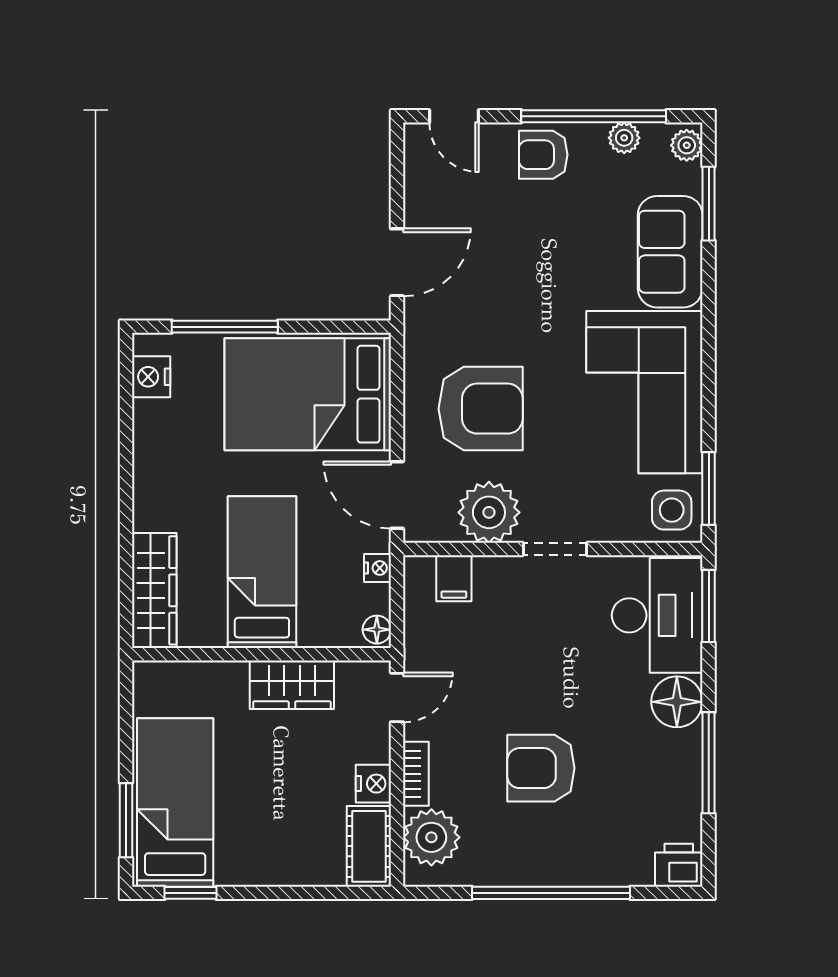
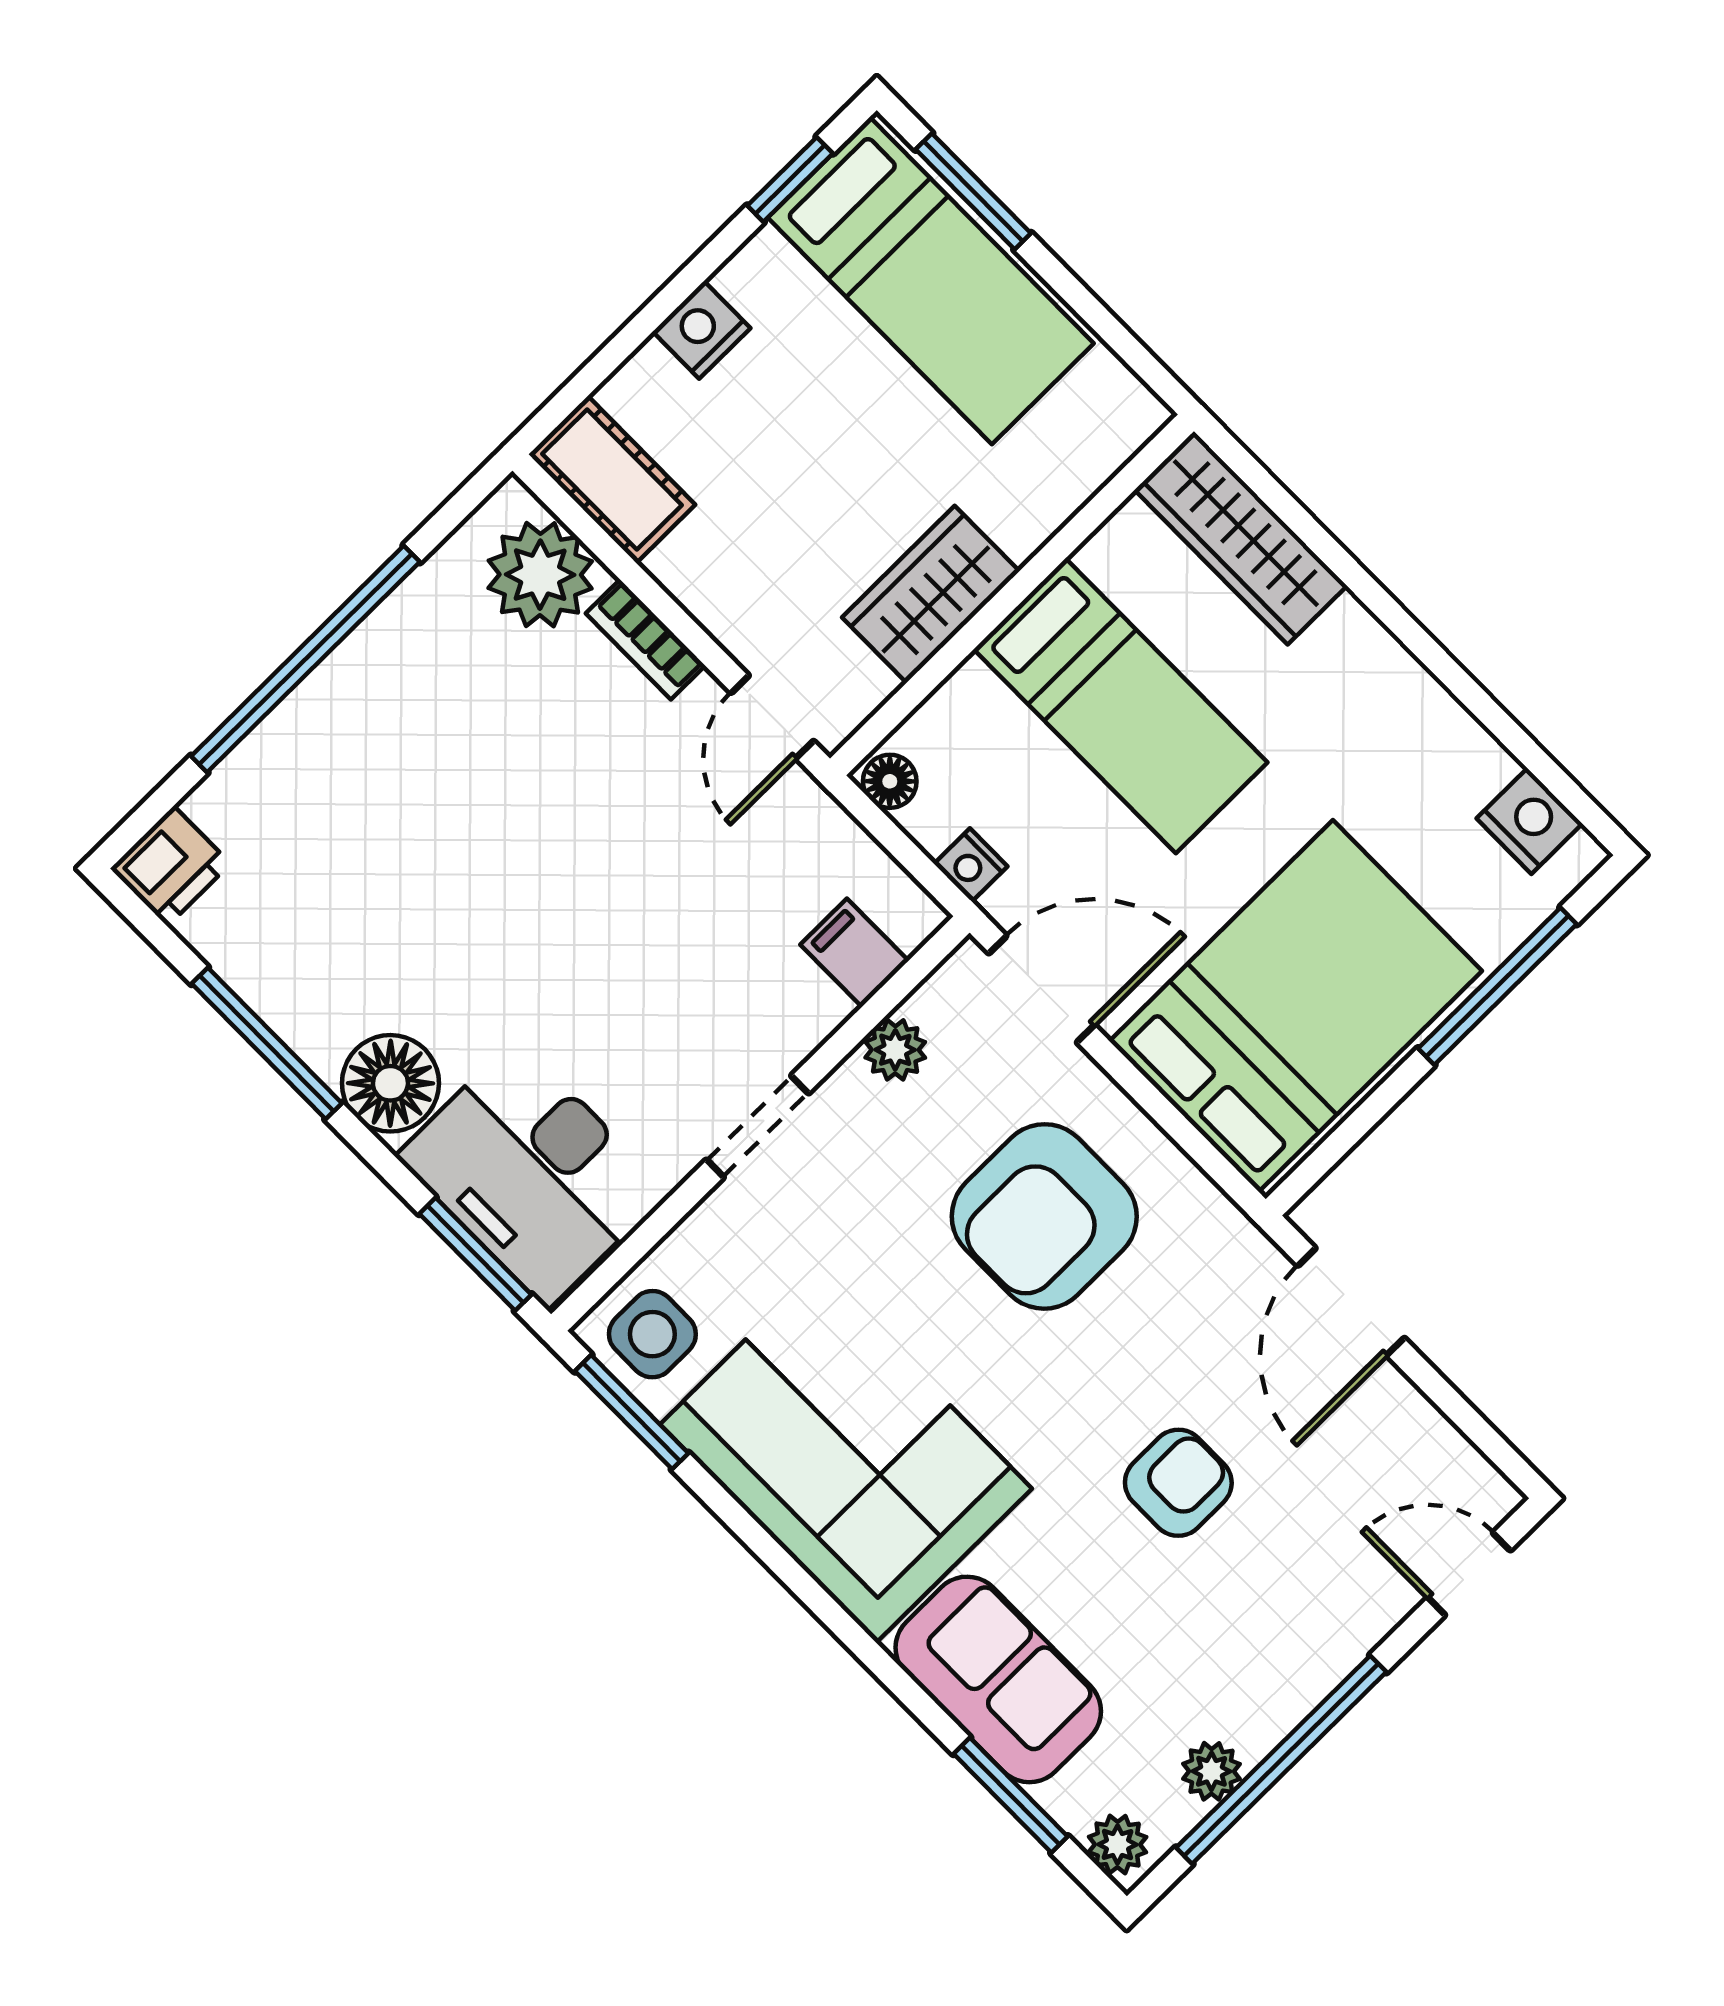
armchair: (543, 155) -> (1178, 1483), moved
plant: (489, 512) -> (895, 1050), width x0.53, depth x0.53
armchair: (541, 768) -> (485, 813), removed
nightstand: (373, 784) -> (702, 330), moved, turned 90

